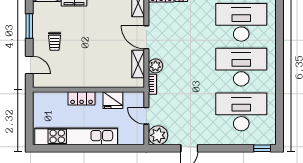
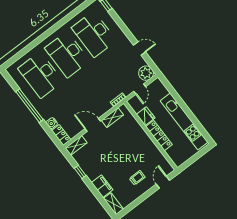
window: (29, 26) -> (140, 200), removed
door: (146, 37) -> (93, 125), swing flipped
plant: (155, 66) -> (106, 106), removed
locker: (82, 98) -> (159, 136), width x1.53

